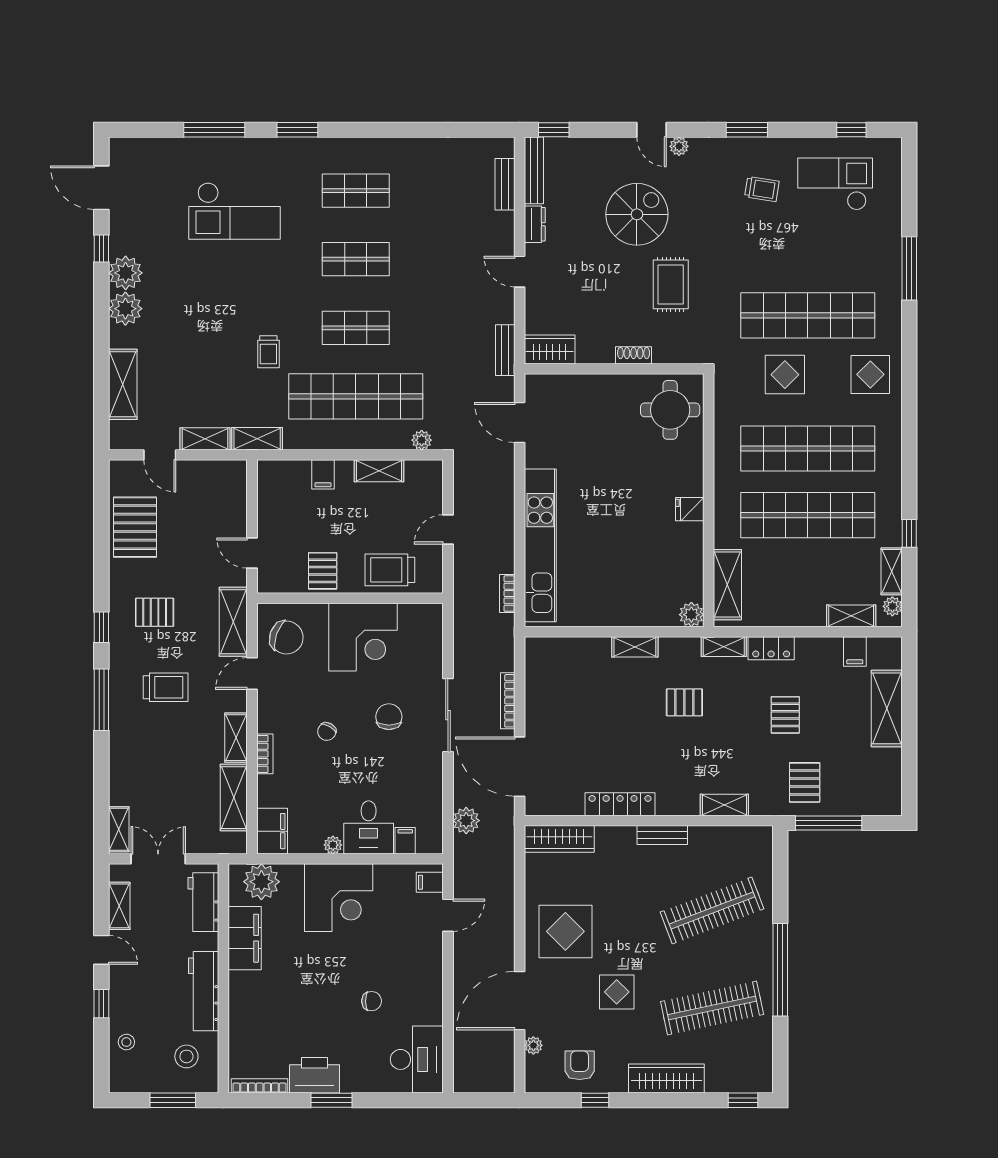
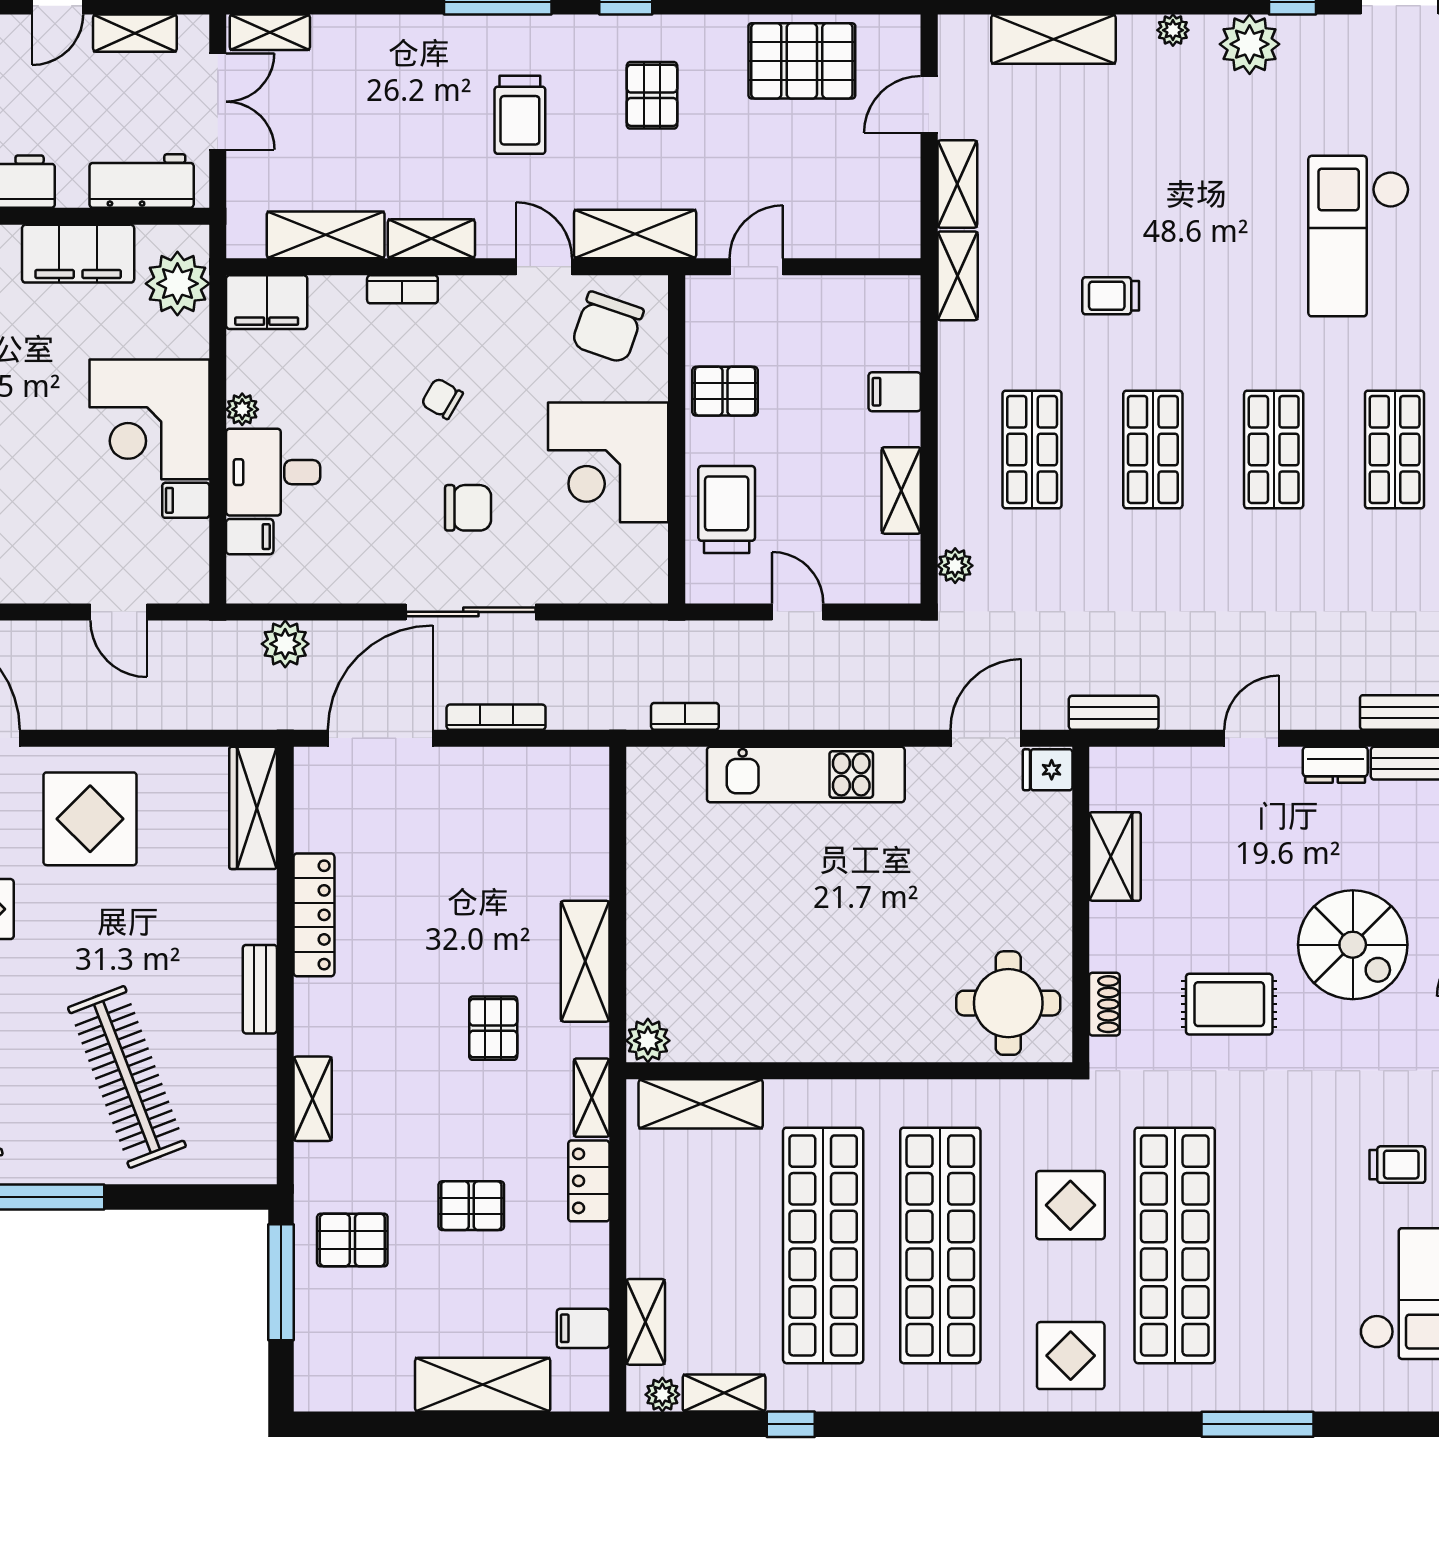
trolley: (762, 189) -> (1397, 1165), turned -99
plant: (125, 309) -> (1173, 30), width x0.53, depth x0.53
wardrobe: (550, 349) -> (1115, 856), moved
shoe rack: (634, 355) -> (1104, 1004), moved
shop shelf: (356, 396) -> (1032, 450), width x0.50, depth x0.74
fridge: (690, 509) -> (1048, 770), moved, turned -90
kitchen unit: (540, 545) -> (806, 774), width x0.73
shelving: (635, 647) -> (585, 961), width x1.50, depth x1.33
filing cabinet: (430, 882) -> (186, 500), moved, turned -90

